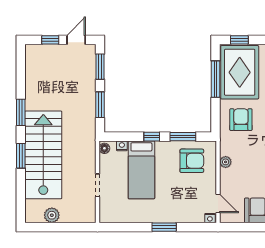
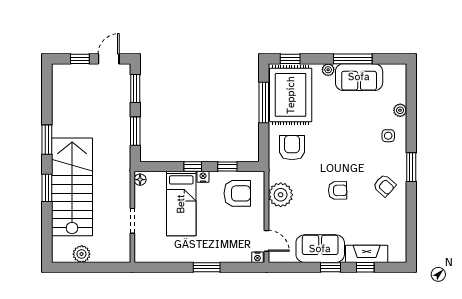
window: (183, 137) -> (227, 166), width x0.67
nightstand: (122, 146) -> (203, 177), moved
plant: (226, 162) -> (281, 195), width x1.88, depth x1.88

